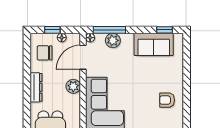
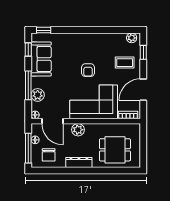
window: (52, 30) -> (28, 148), width x2.17
window: (109, 30) -> (28, 85), moved
window: (187, 47) -> (44, 30), added
armchair: (167, 100) -> (88, 70), moved

